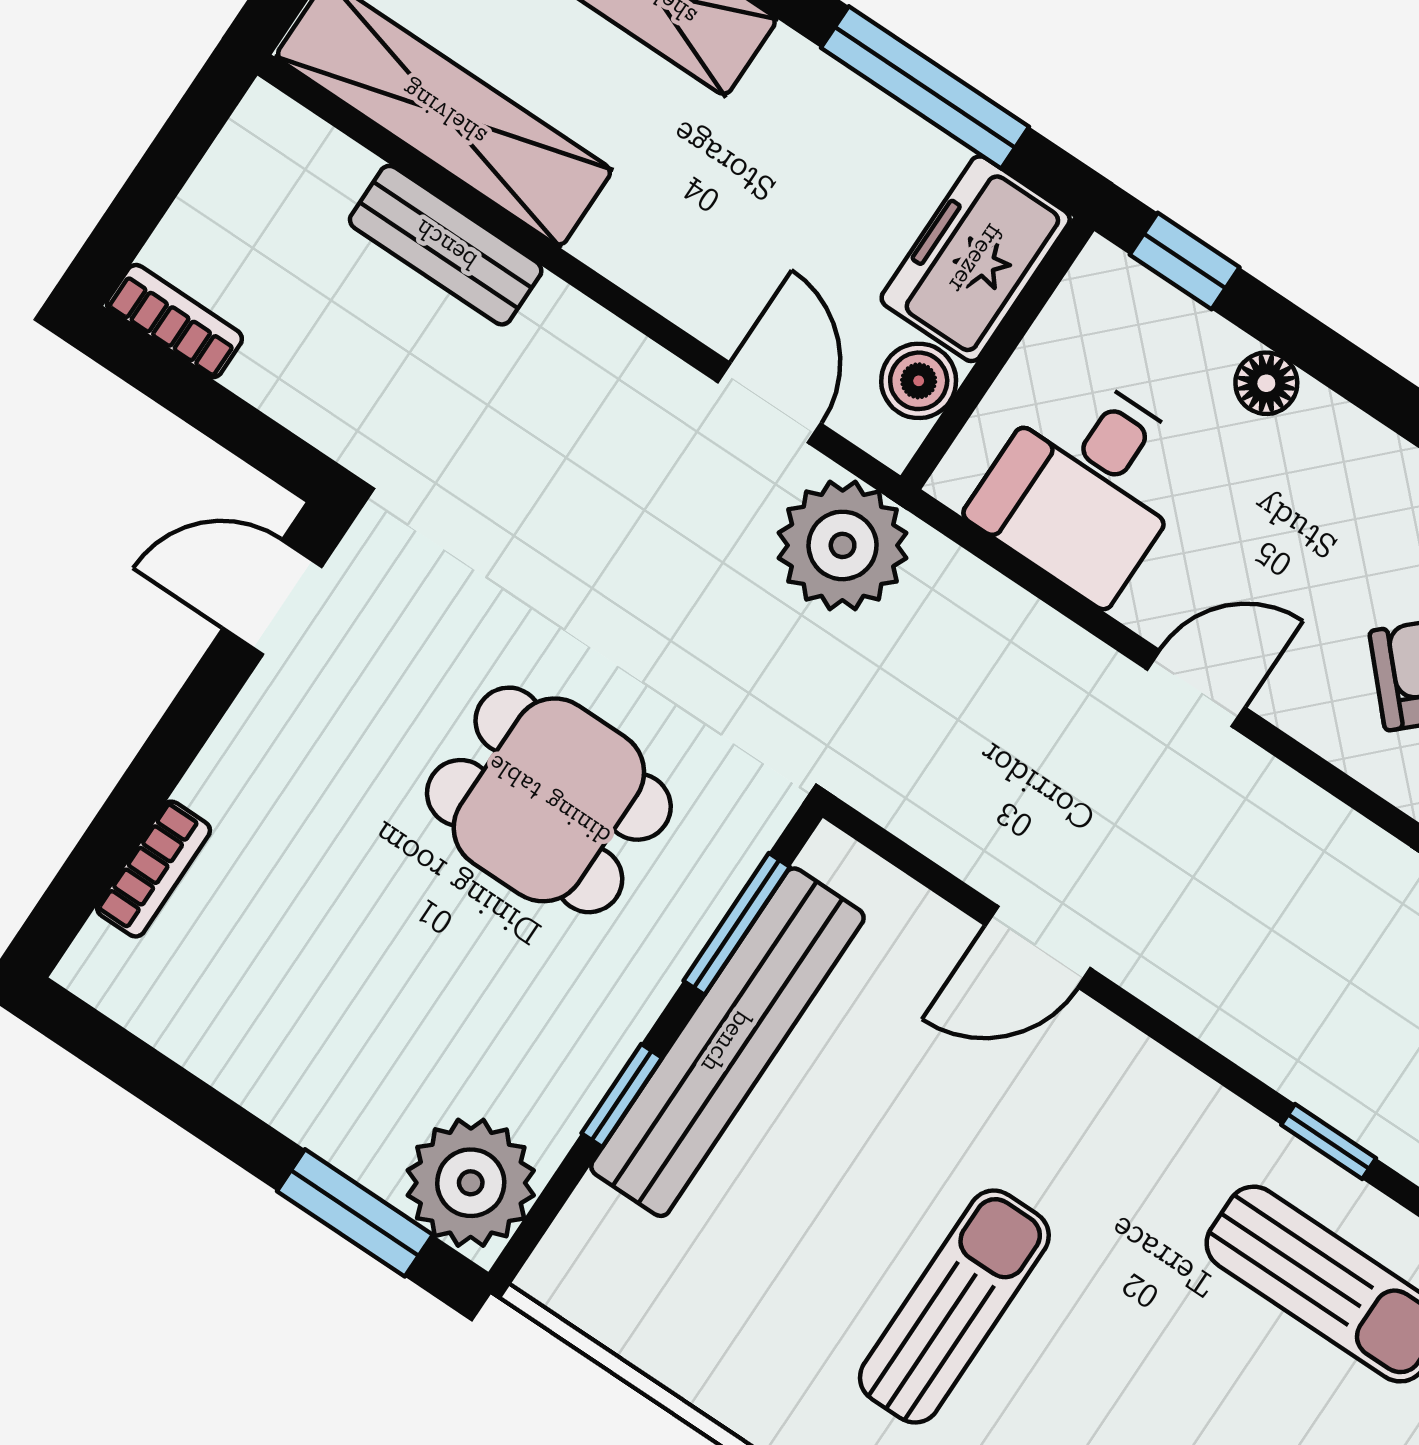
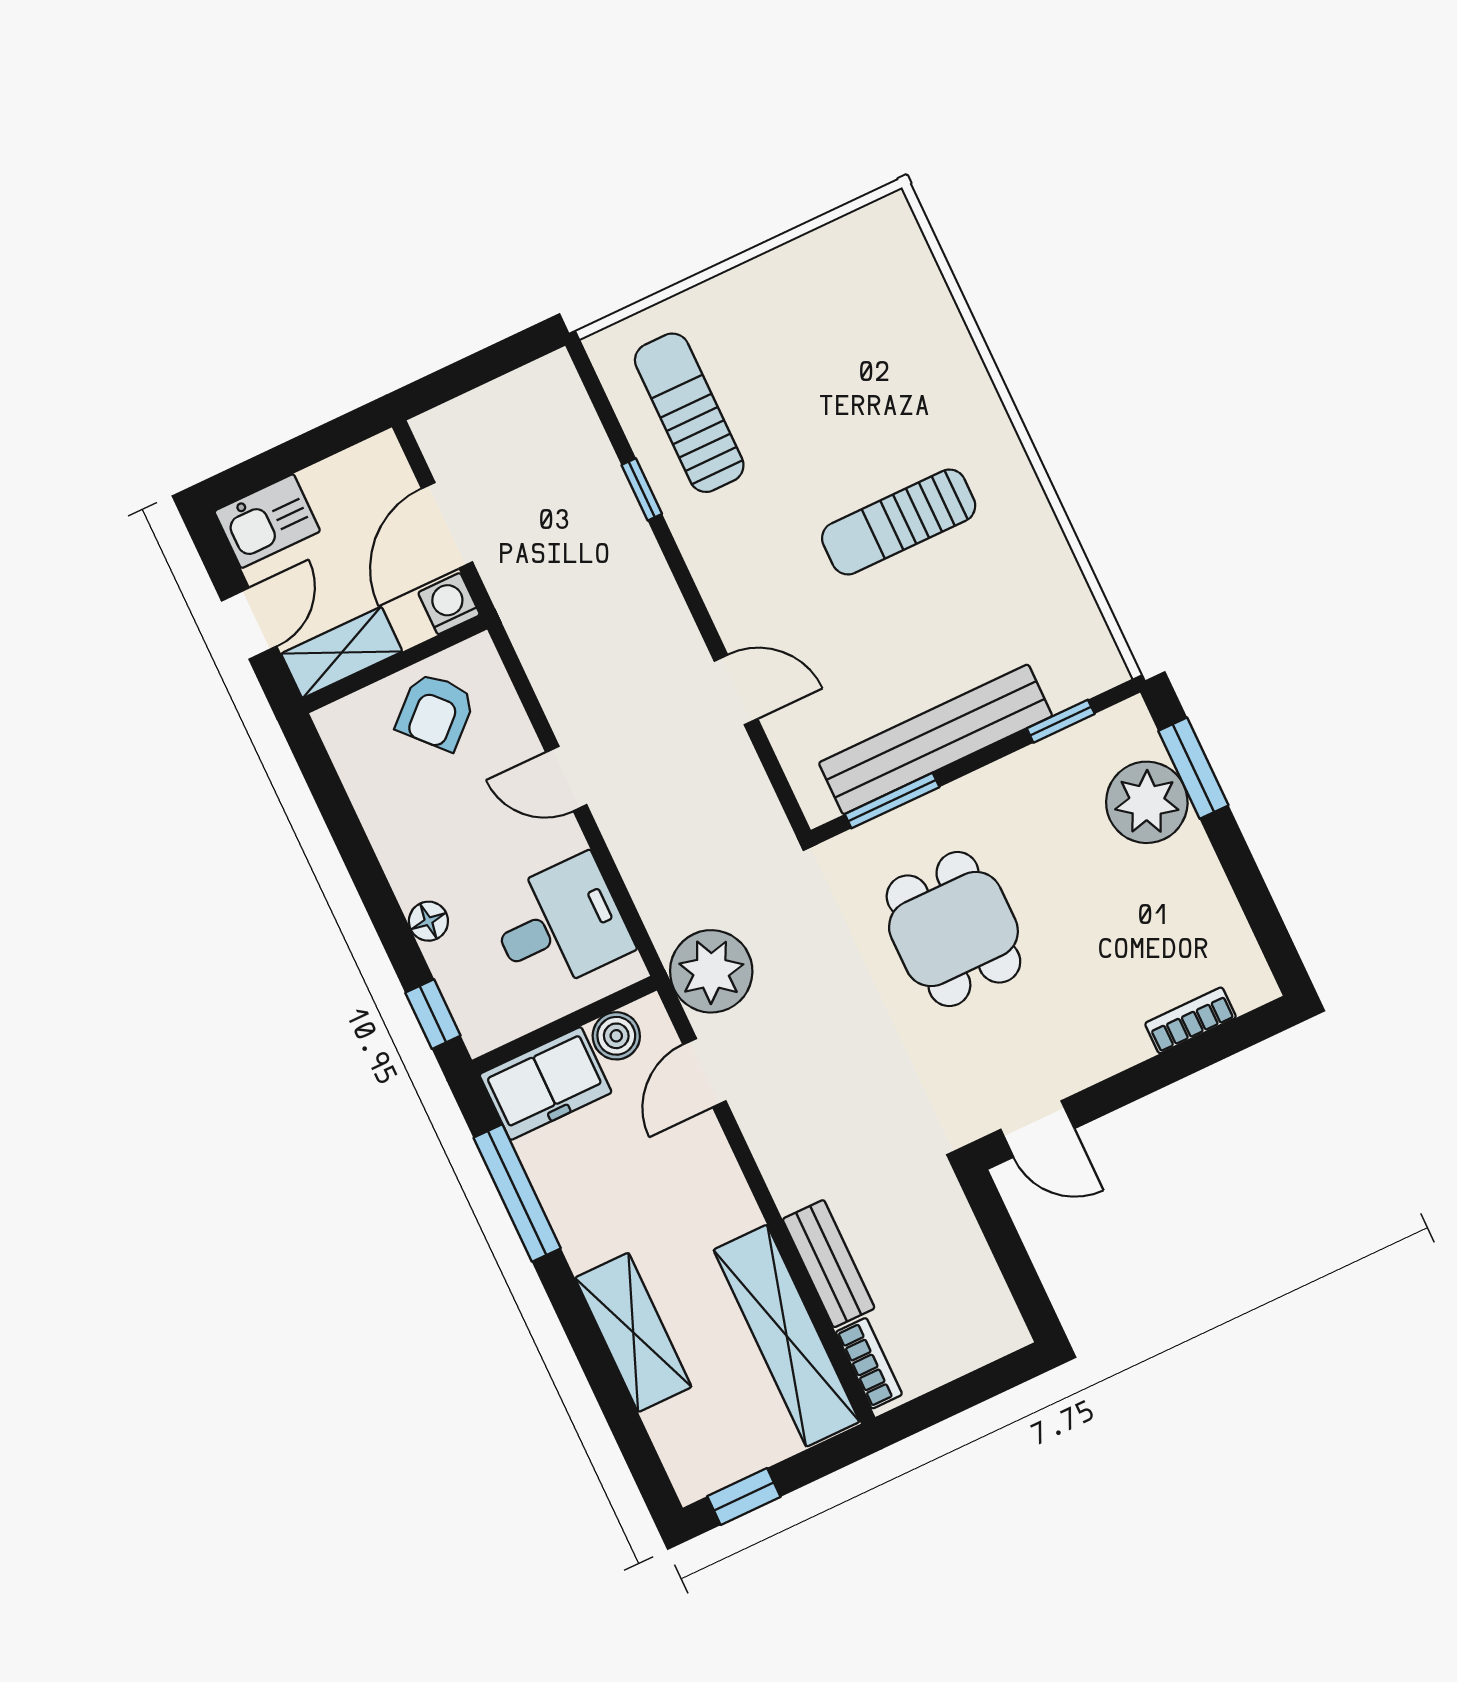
bookcase: (174, 321) -> (869, 1363), moved, turned 180
window: (622, 1095) -> (1061, 721), moved
plant: (471, 1183) -> (1147, 802), moved

